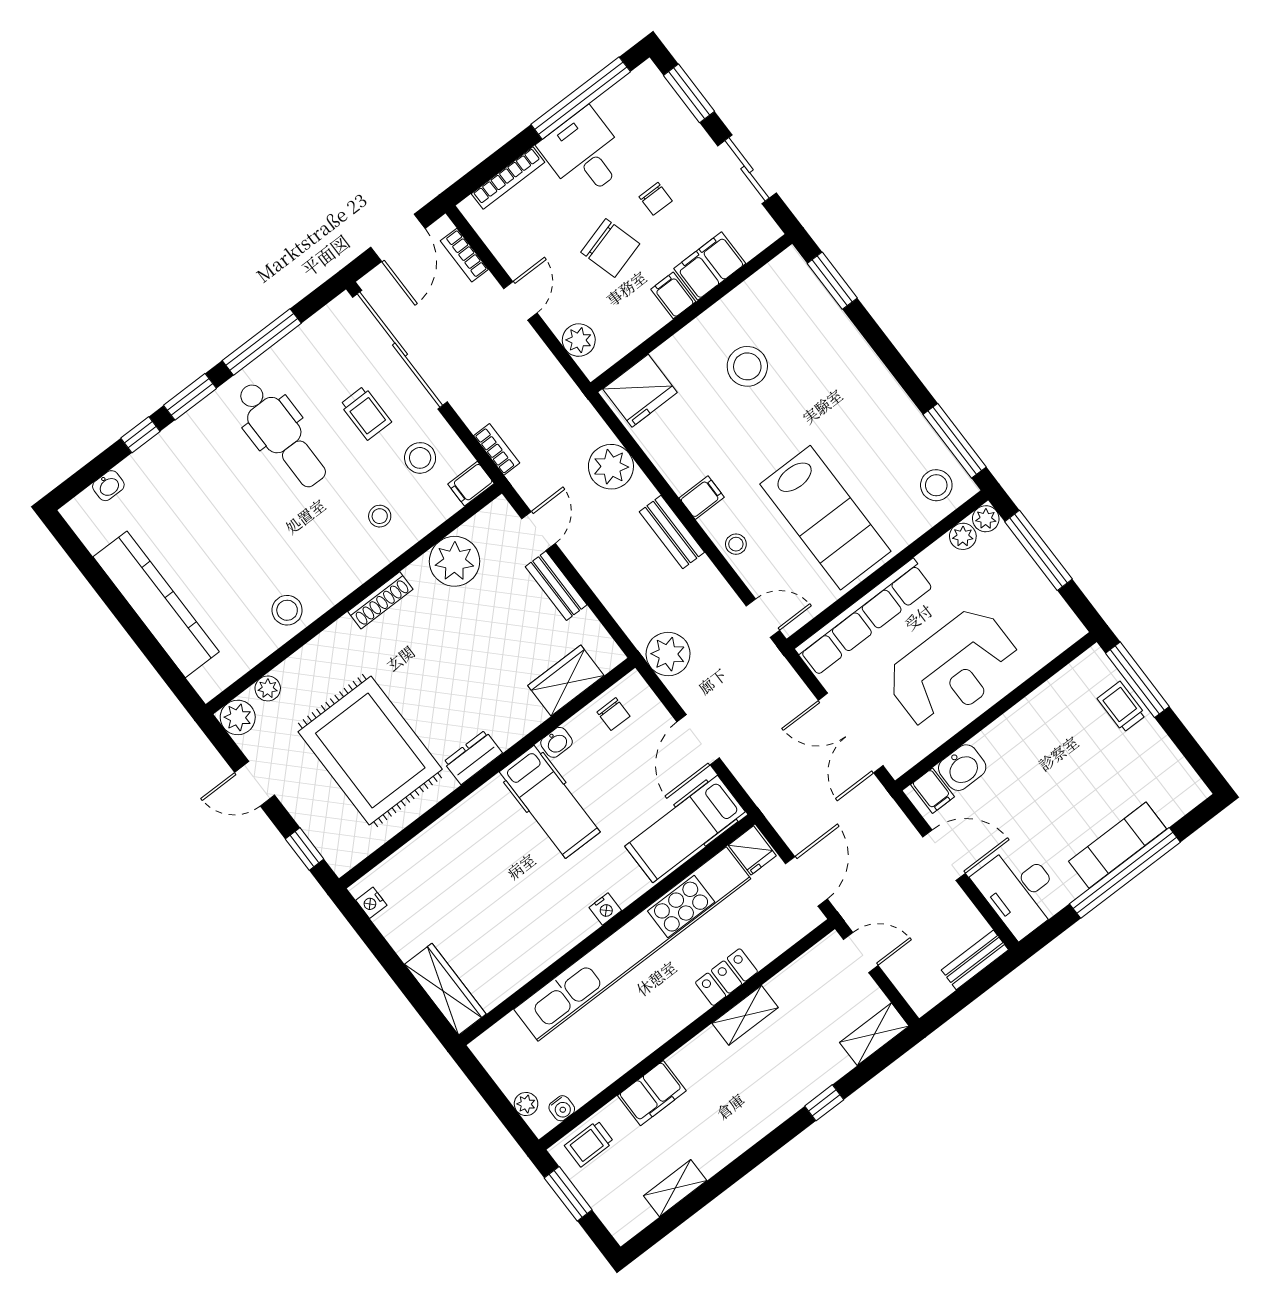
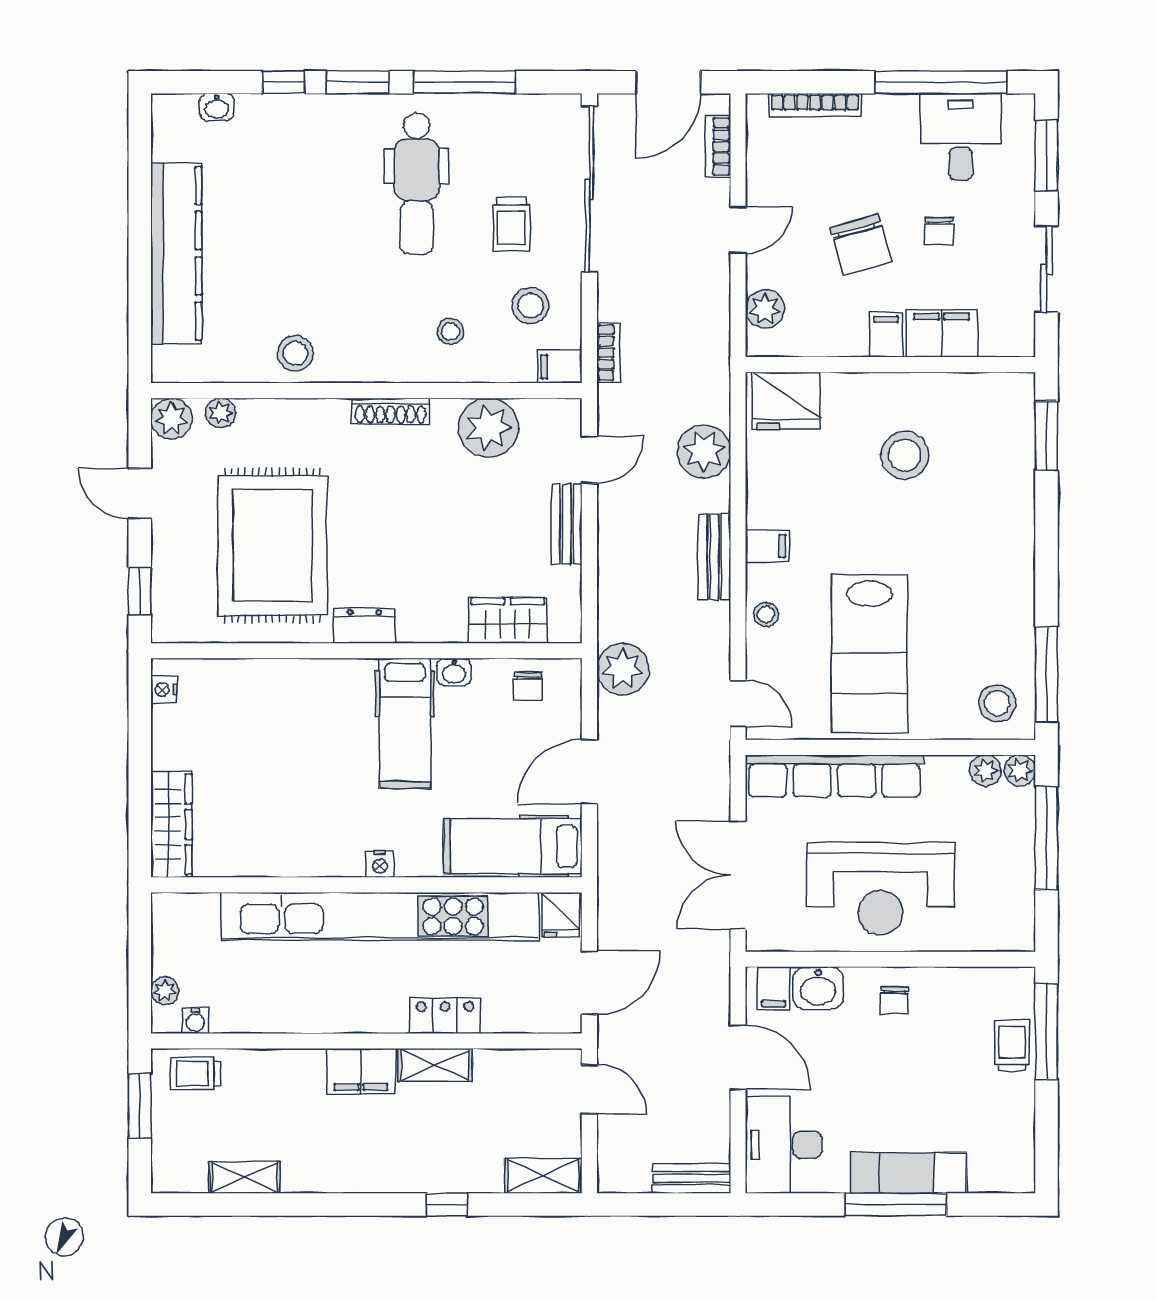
desk: (584, 153) -> (961, 137), moved
chair: (1020, 737) -> (894, 1000), added
window: (1125, 873) -> (896, 1204), width x0.68
filing cabinet: (652, 1093) -> (361, 1071), moved

